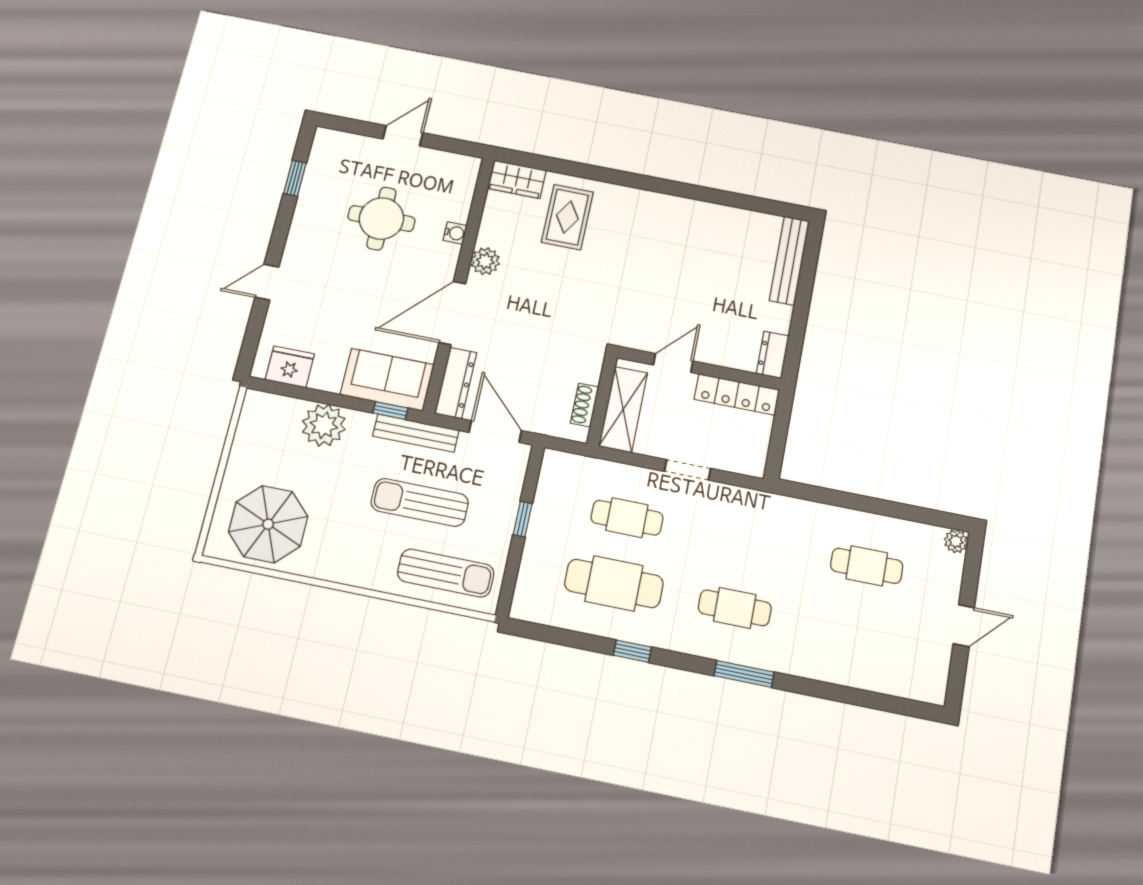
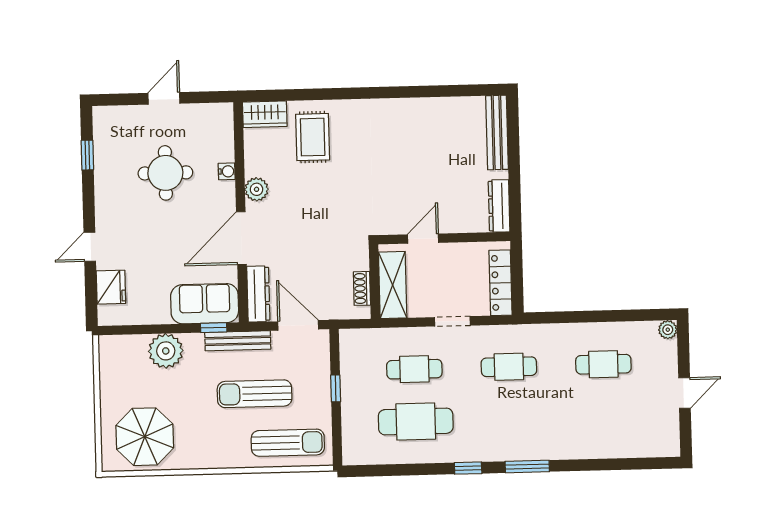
dresser: (773, 355) -> (499, 206), width x1.44
fridge: (290, 367) -> (111, 287), moved, turned 90
locker: (737, 395) -> (501, 283), moved, turned 90
cafe table: (735, 608) -> (509, 367), moved
window: (632, 651) -> (468, 468), moved

